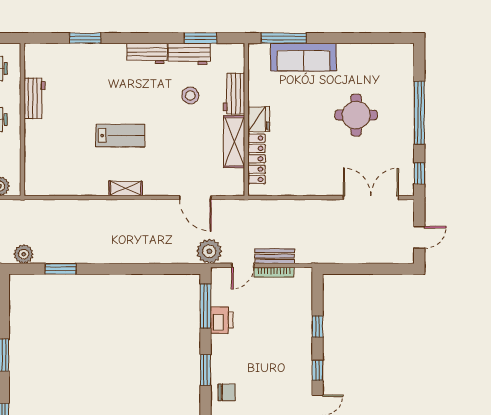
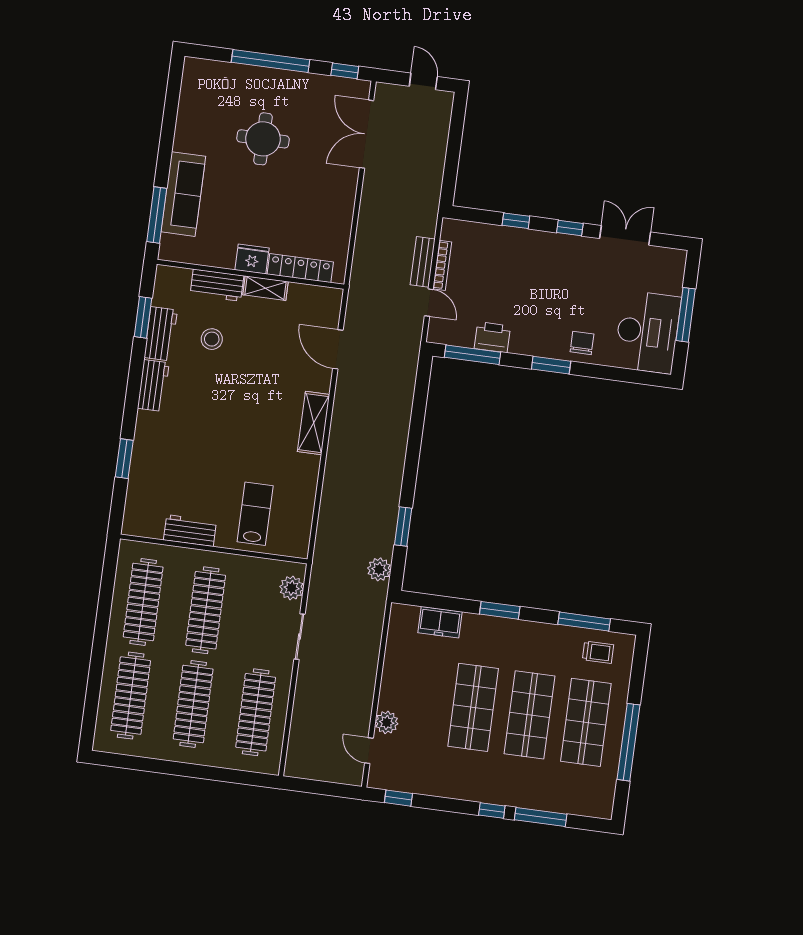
lab bench: (120, 136) -> (255, 514), moved
shelving: (234, 142) -> (265, 288), width x0.67, depth x0.75
shelving: (126, 188) -> (314, 423), width x1.50, depth x1.33
door: (195, 198) -> (338, 349), swing flipped
plant: (209, 251) -> (406, 341), removed

